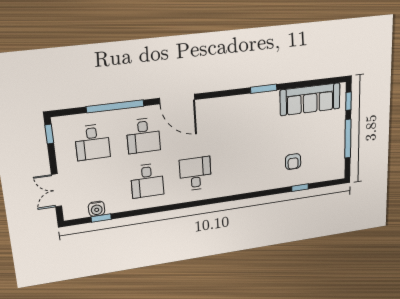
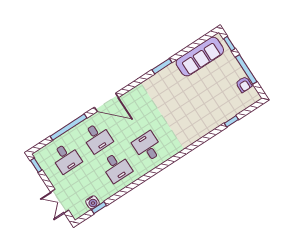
armchair: (293, 162) -> (244, 84), moved

